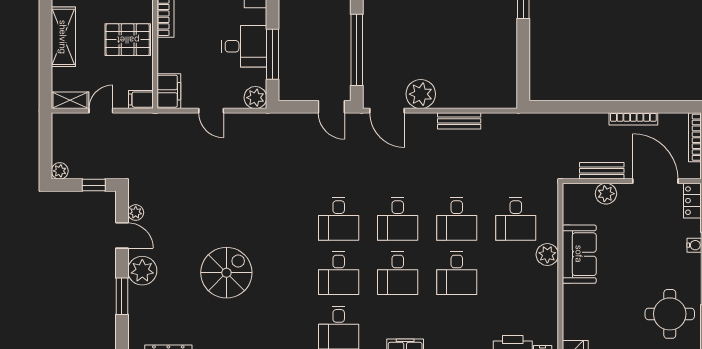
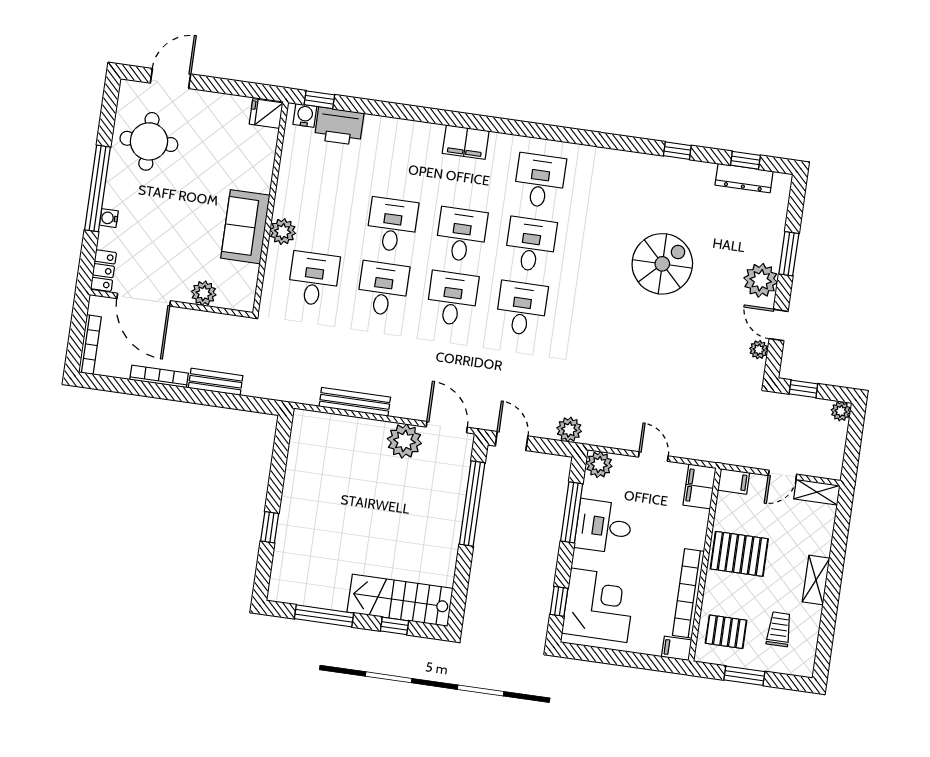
shelving: (63, 37) -> (816, 580), width x0.67, depth x0.75
bench: (459, 121) -> (355, 402), width x1.36
plant: (285, 123) -> (569, 430), added
bench: (602, 171) -> (216, 382), moved
spiral stairs: (226, 273) -> (662, 264), turned 180

